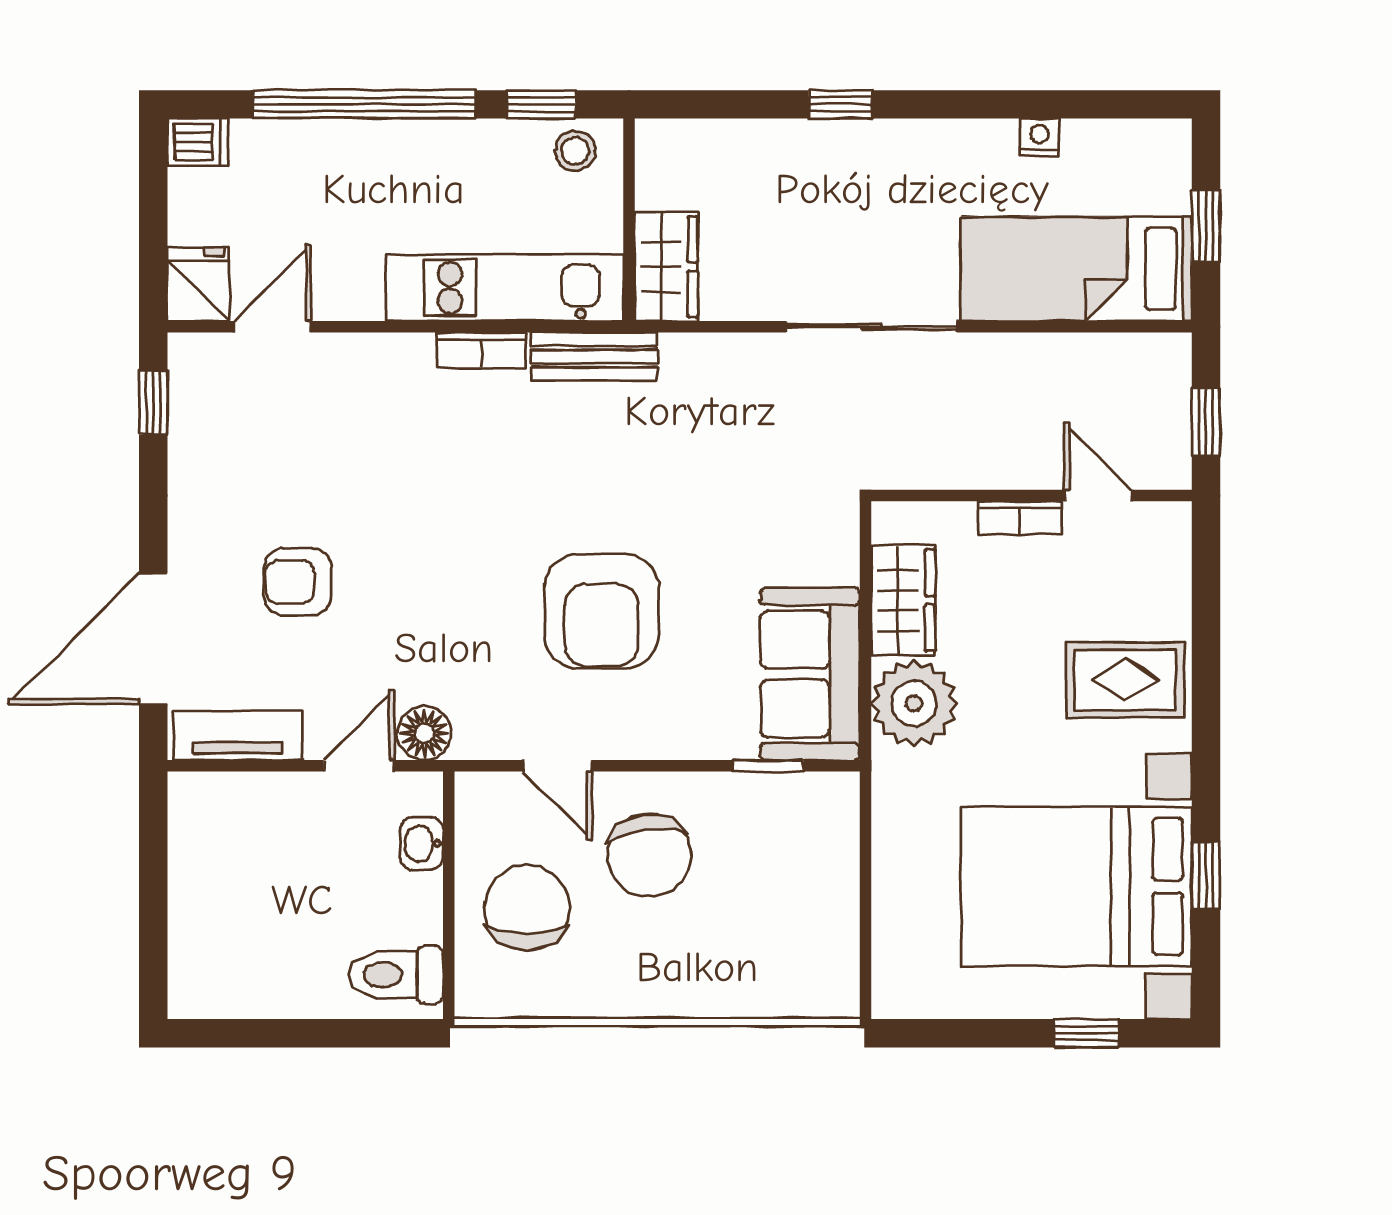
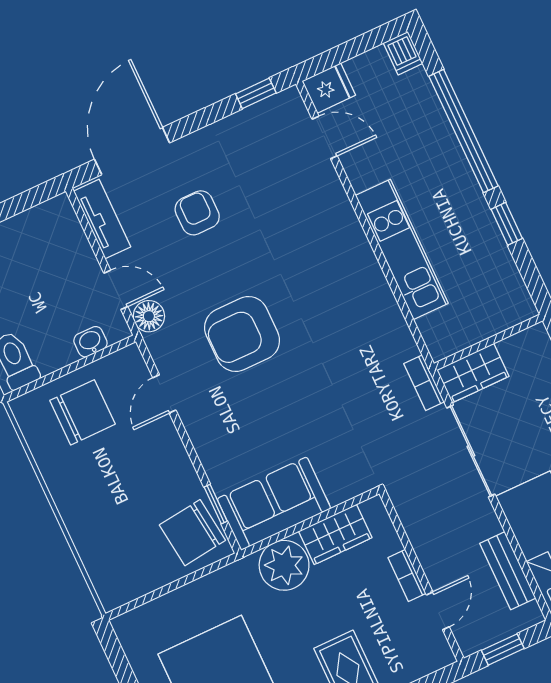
stool: (575, 151) -> (491, 253), removed
wall: (629, 220) -> (488, 342), moved
wardrobe: (666, 267) -> (473, 373), moved
bookcase: (481, 350) -> (424, 383), moved
bench: (594, 357) -> (508, 571), moved
armchair: (601, 611) -> (242, 334), moved
door: (153, 639) -> (132, 151), hinge flipped
chair: (649, 855) -> (192, 533), moved

